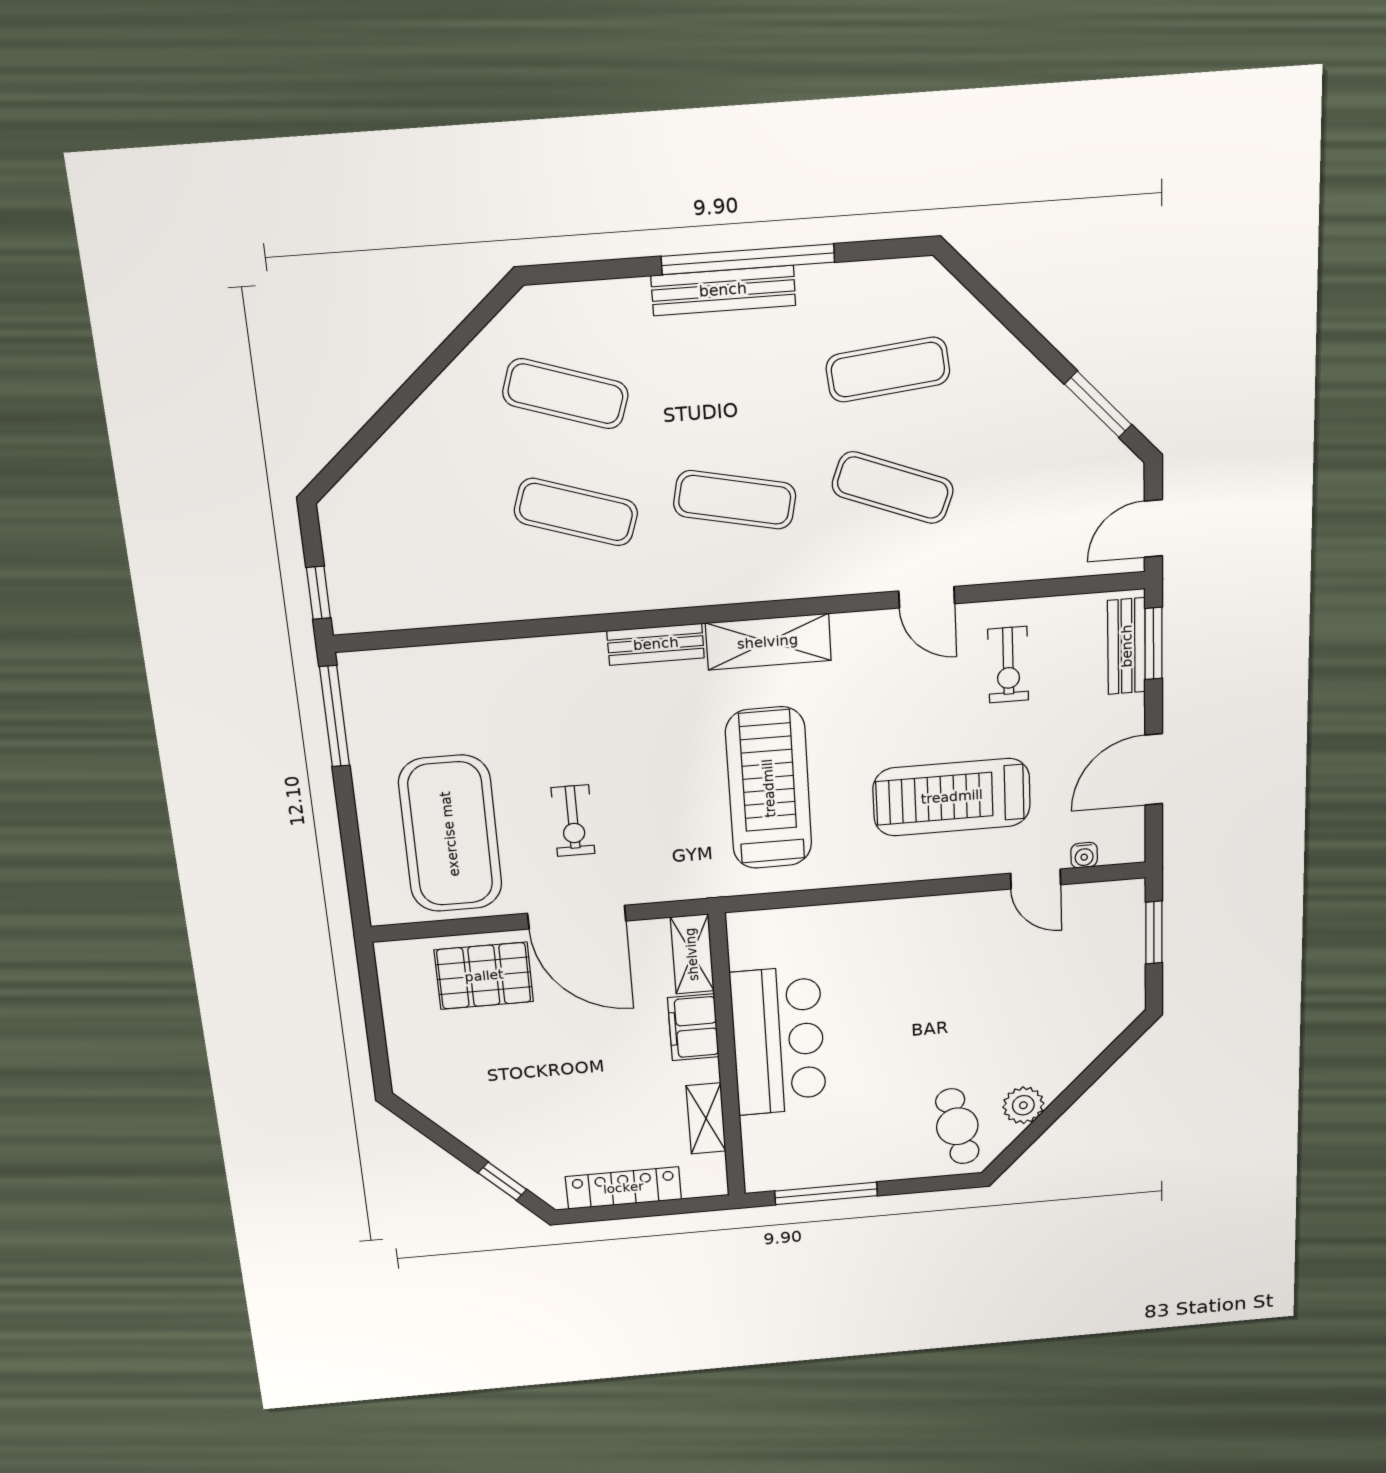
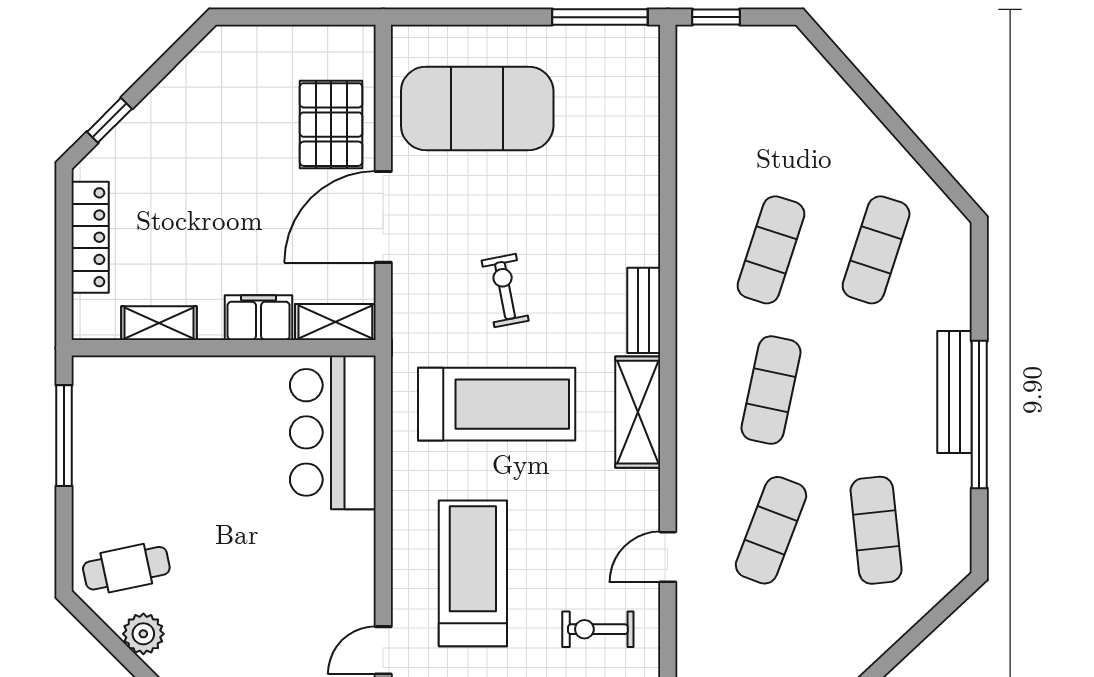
exercise bike: (573, 821) -> (505, 291), moved, turned 79
bar counter: (778, 1041) -> (333, 432), moved, turned 90

